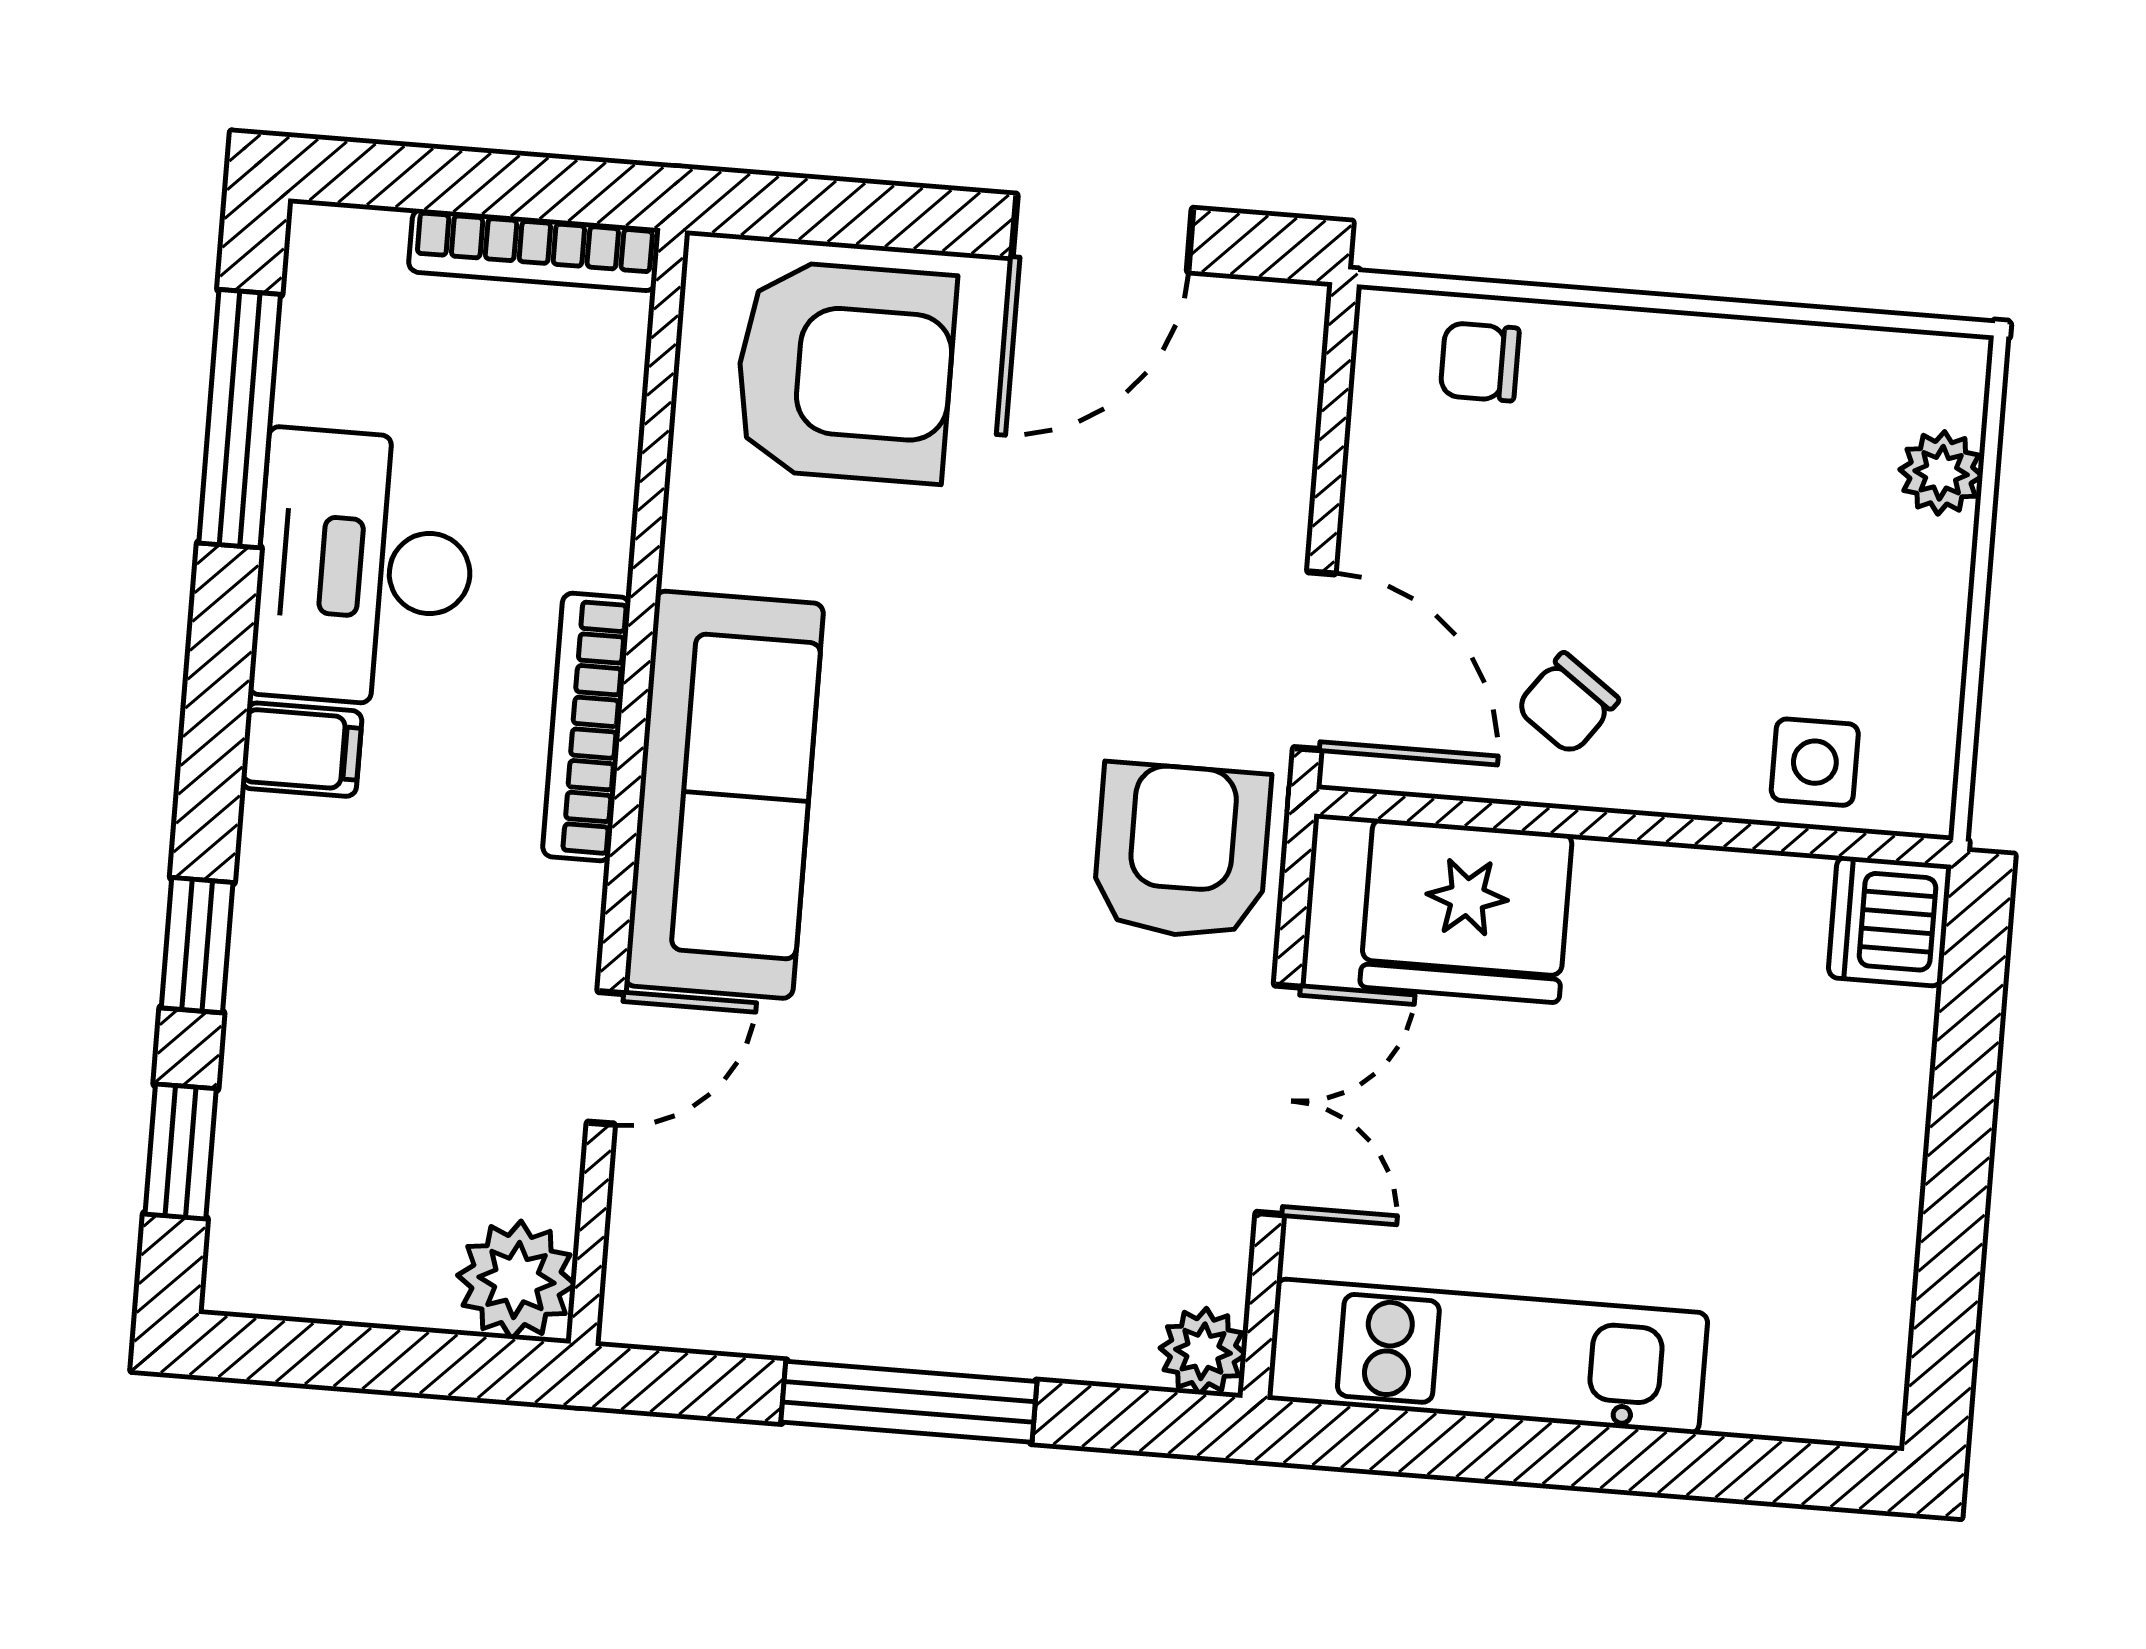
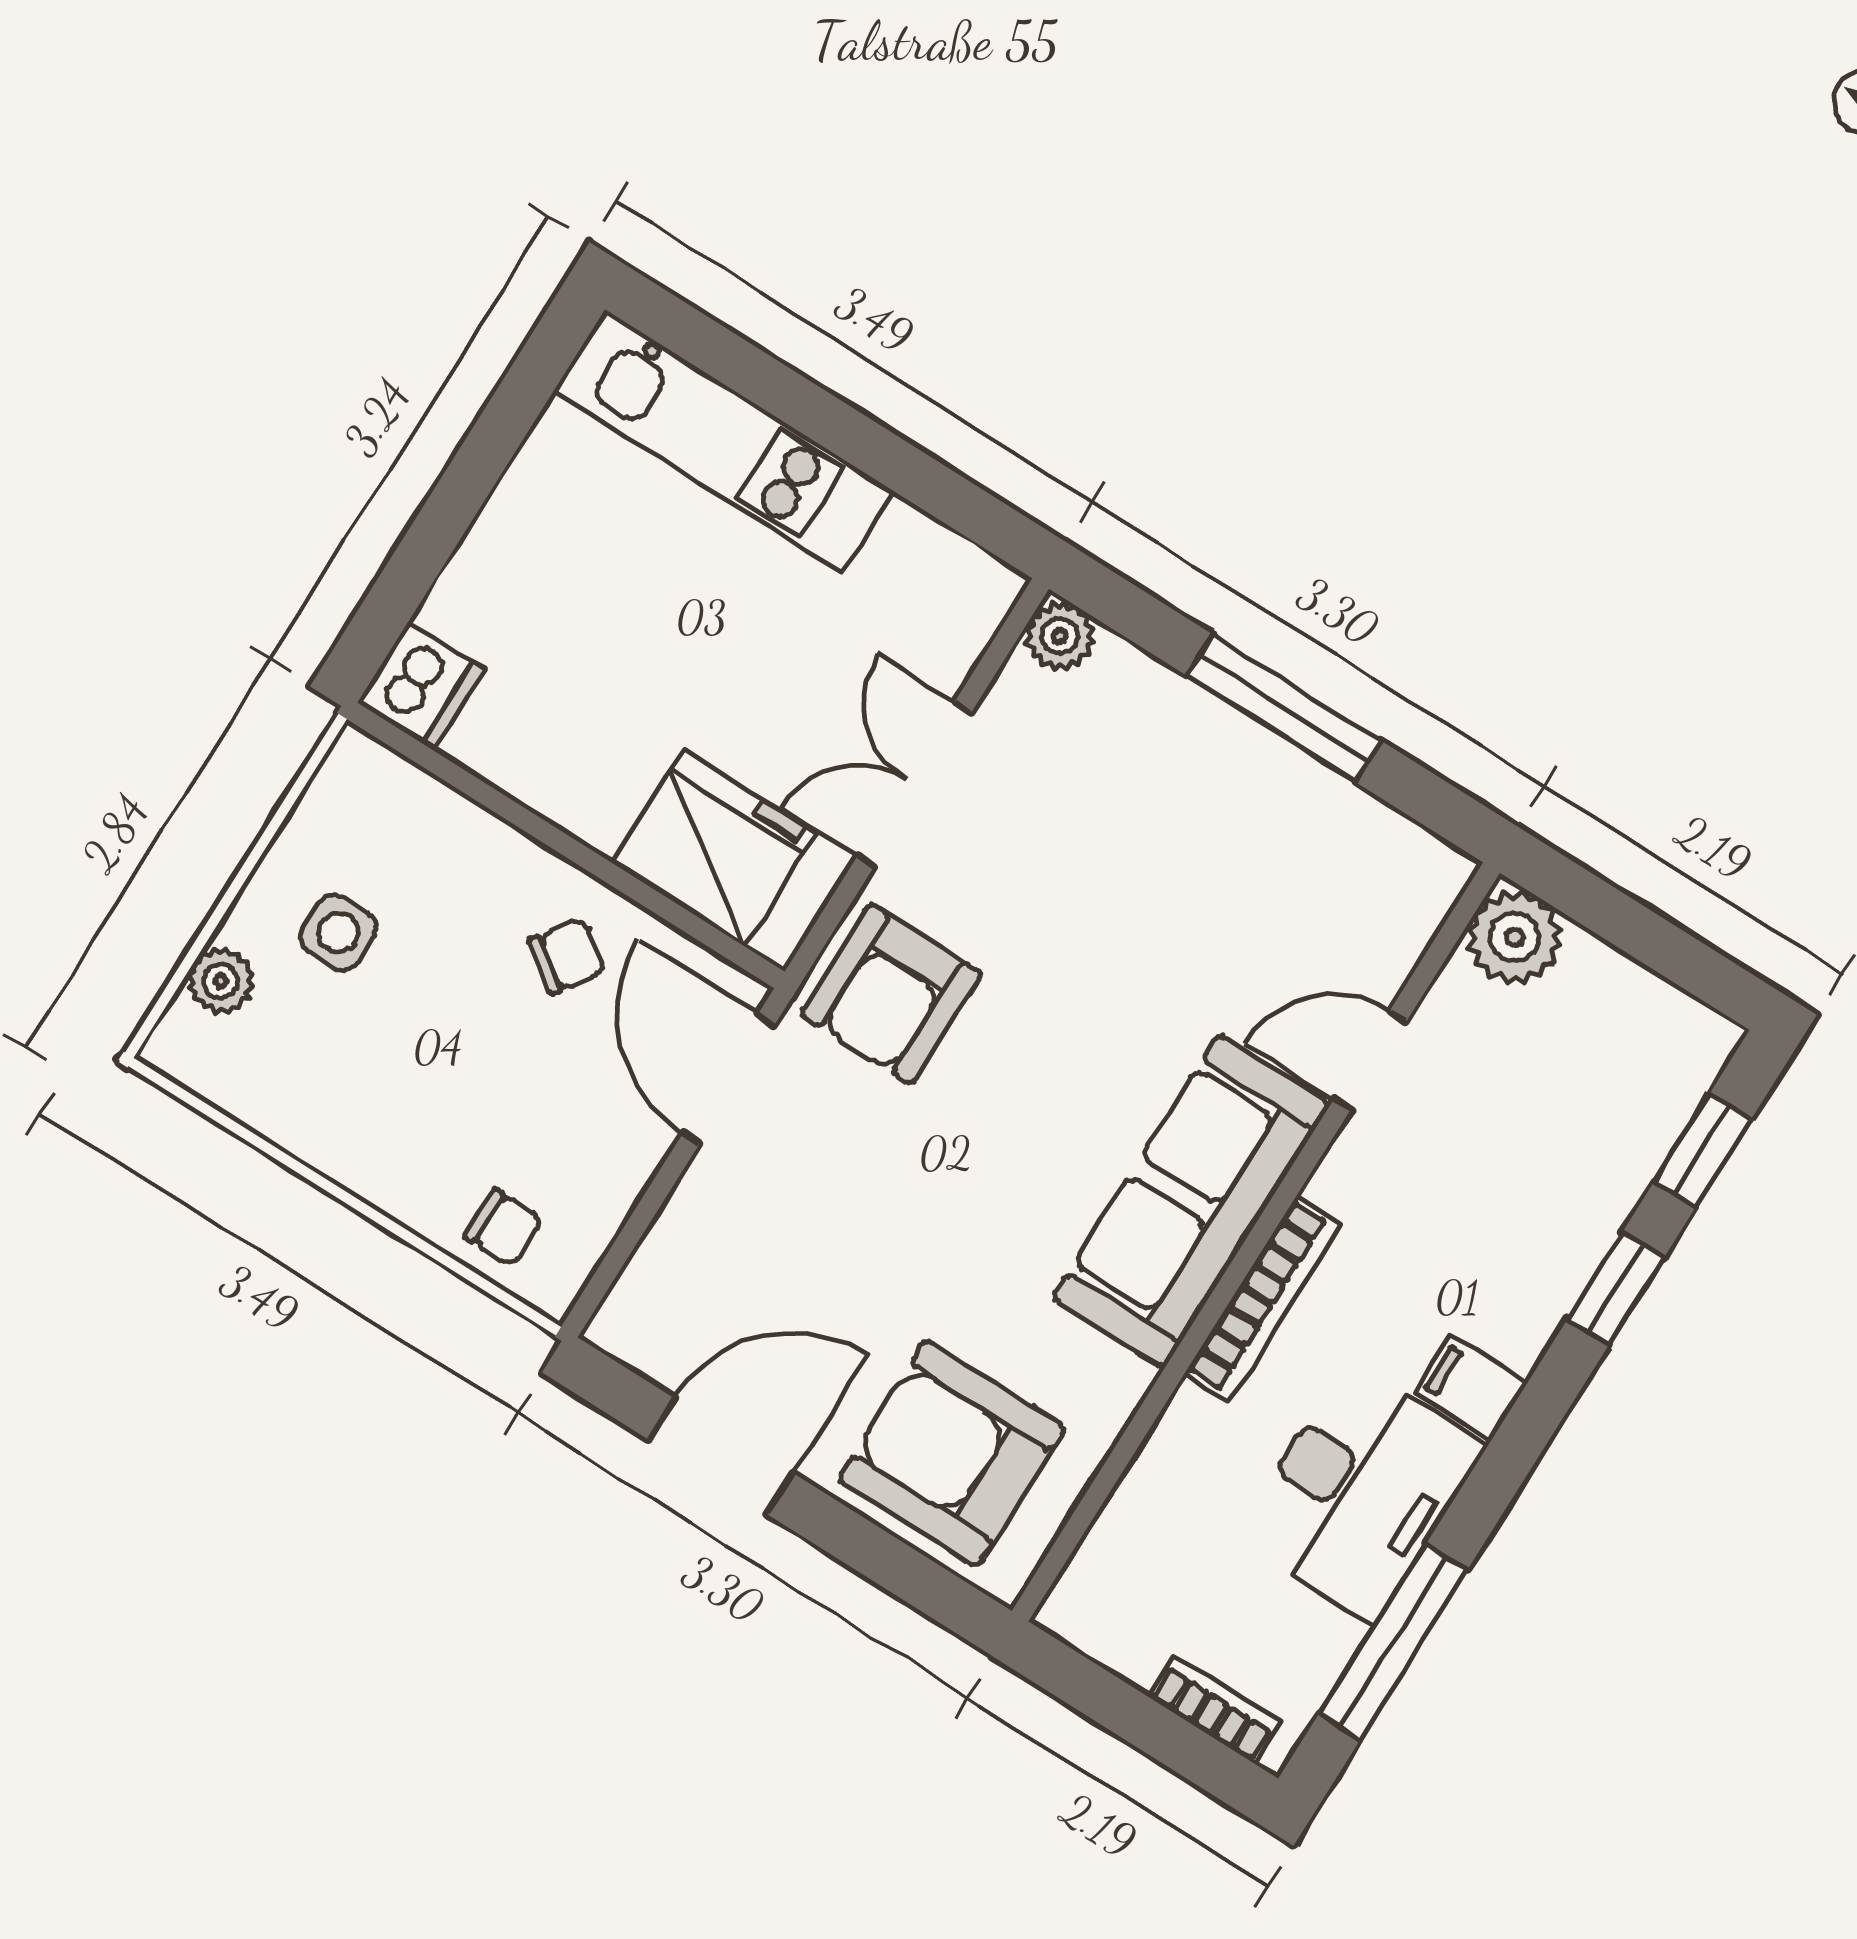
bookcase: (534, 250) -> (1214, 1709), moved, width x0.64
side table: (1815, 762) -> (338, 933), moved
kitchen unit: (1488, 1356) -> (724, 441), moved

